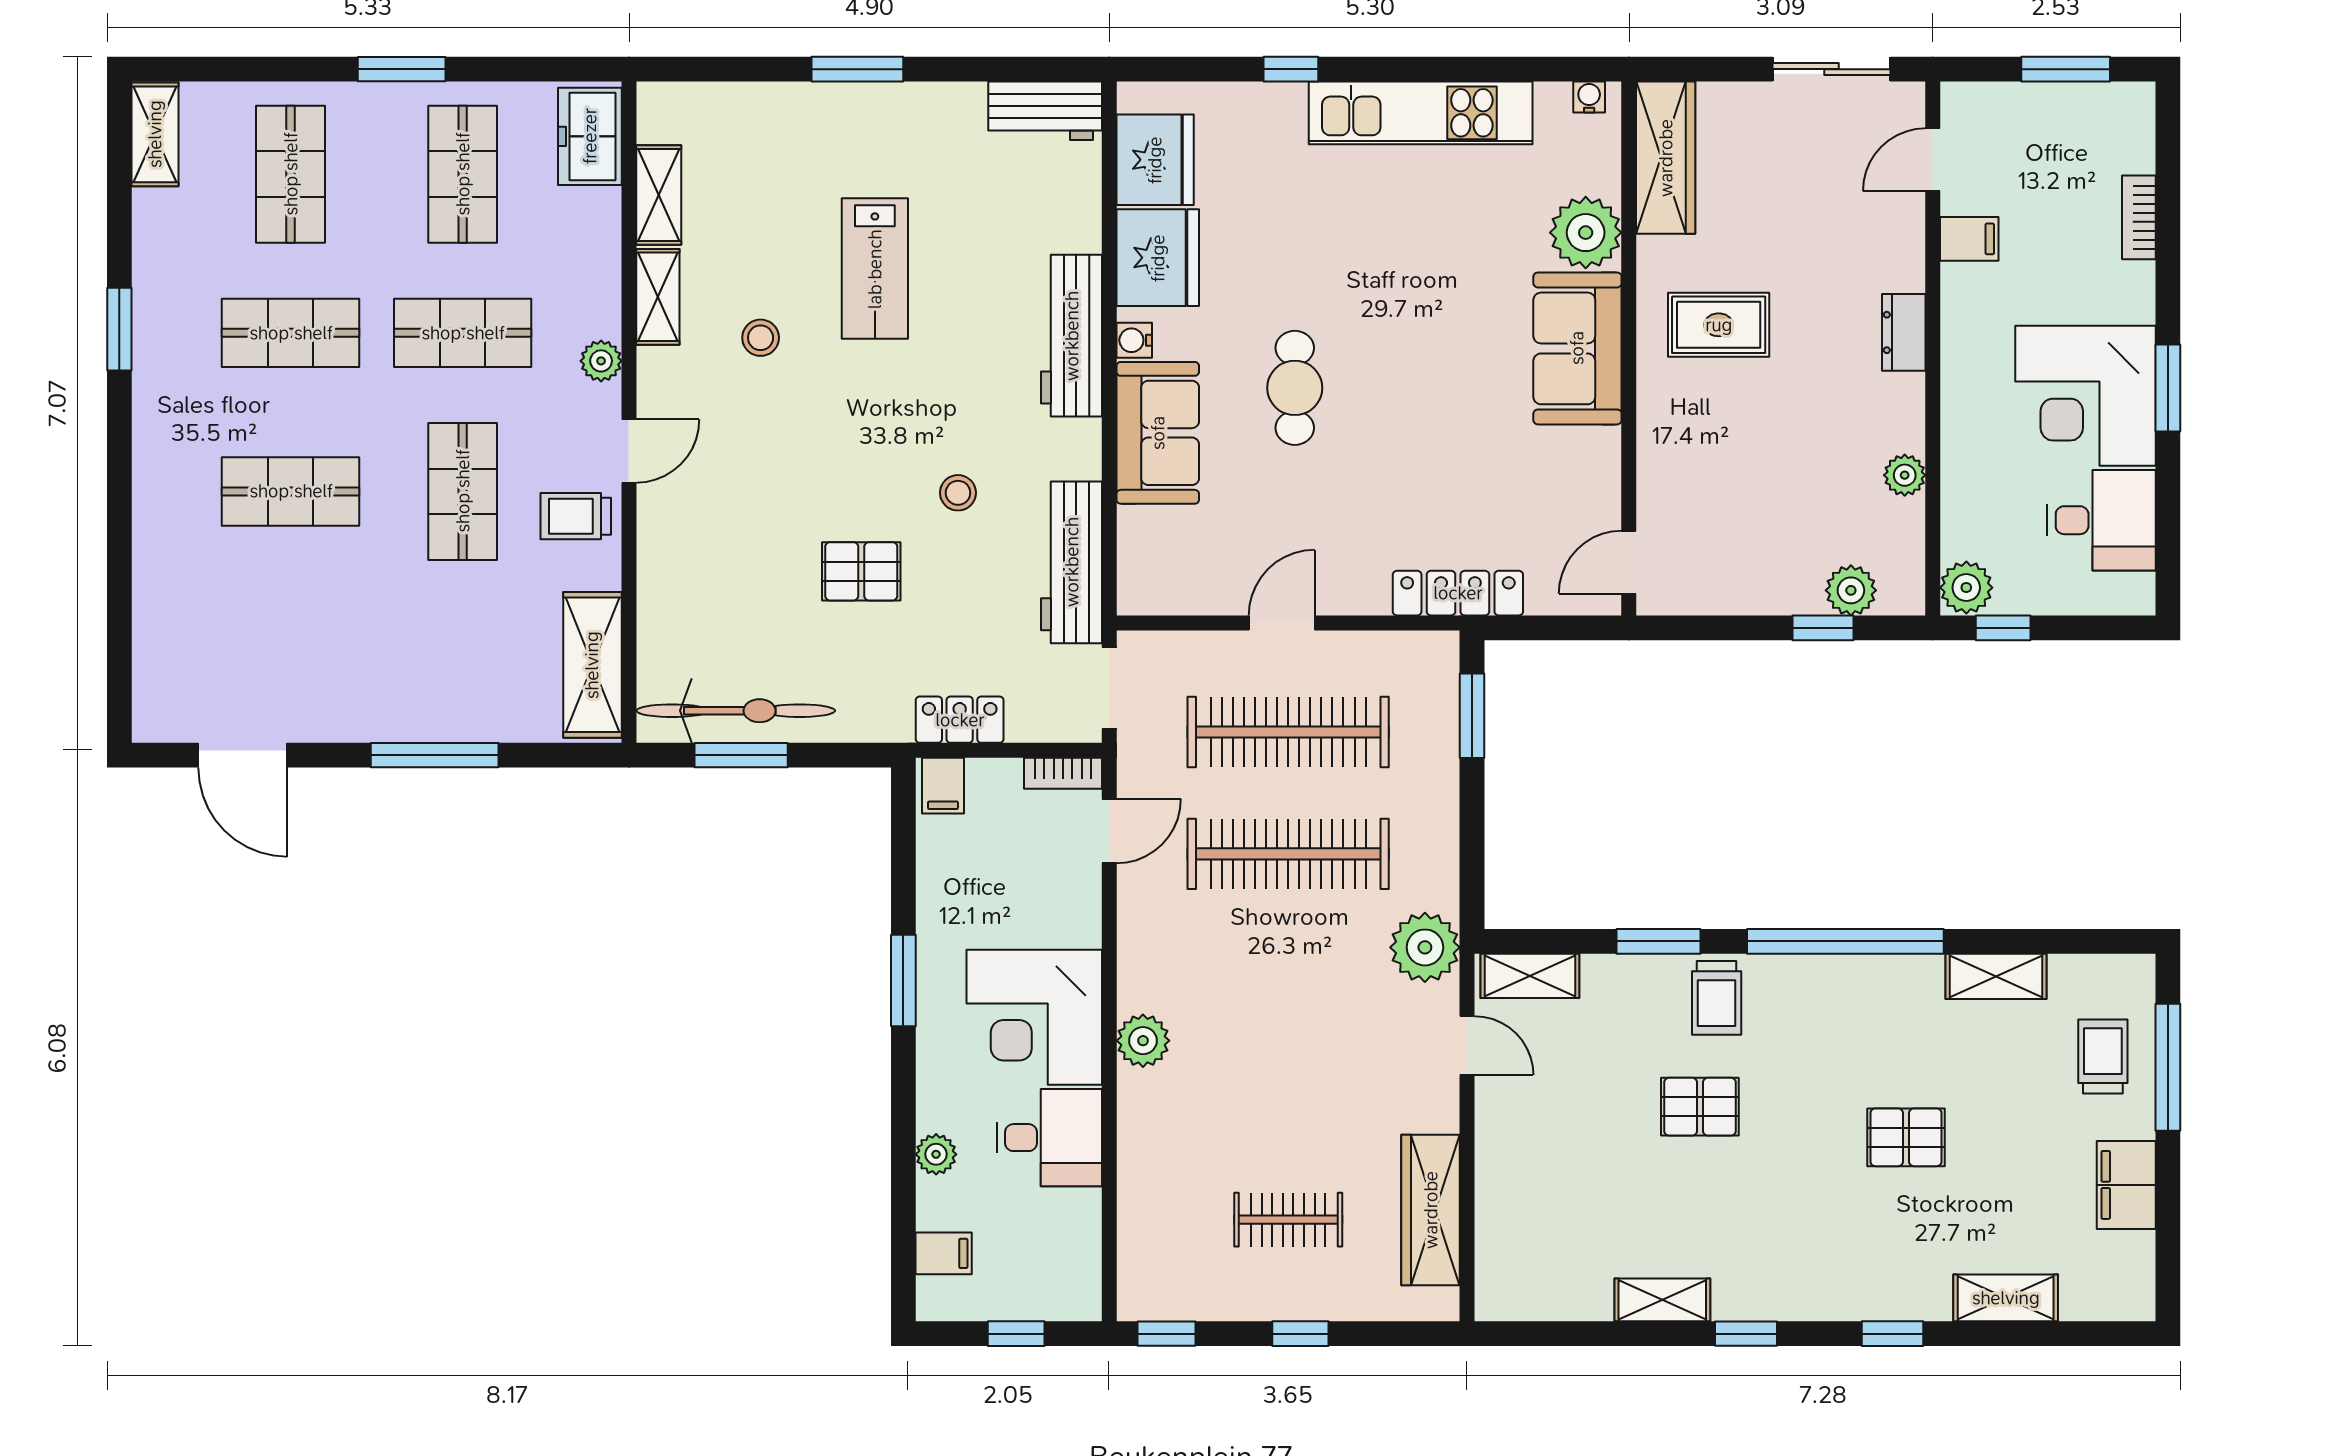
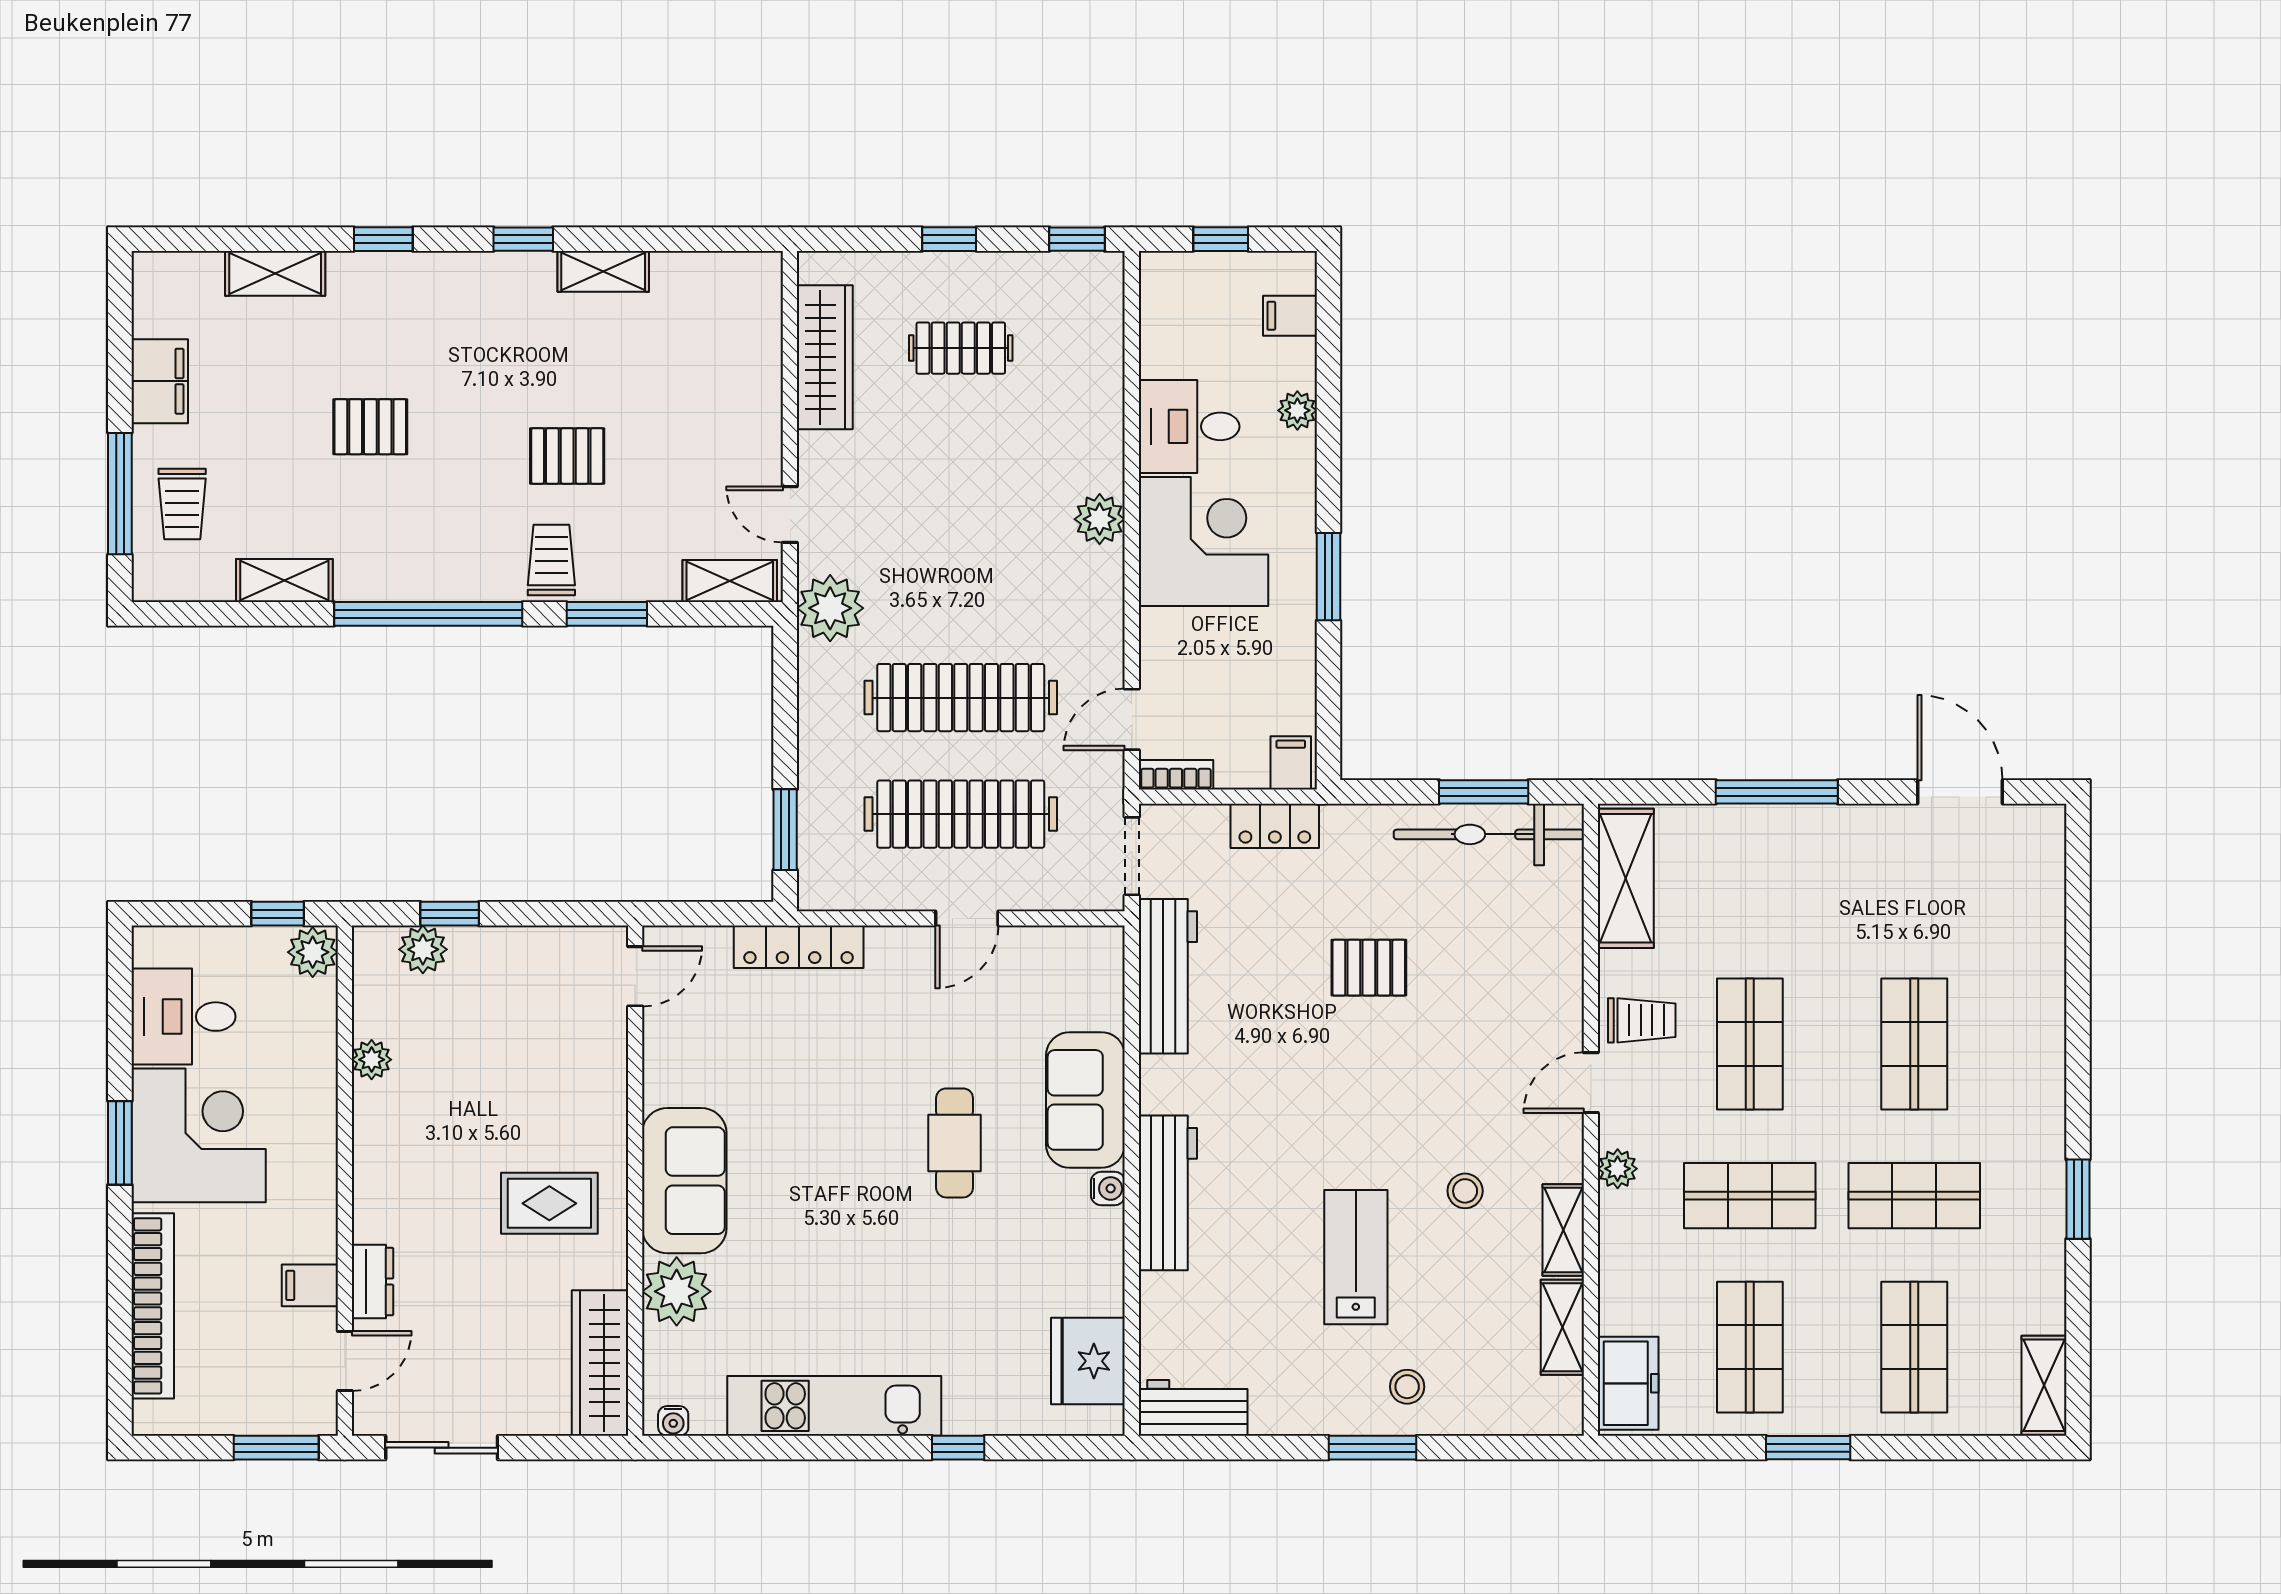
window: (2066, 69) -> (276, 1448), moved
bookcase: (2139, 217) -> (153, 1306), width x2.31, depth x1.31
fridge: (1158, 258) -> (1085, 1268), removed
dresser: (1904, 332) -> (373, 1282), moved
shop shelf: (291, 491) -> (1914, 1044), turned 90
stool: (958, 493) -> (1407, 1387), moved

